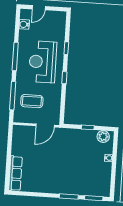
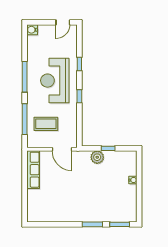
door: (39, 8) -> (63, 22), moved
water cooler: (24, 24) -> (32, 30), moved
door: (45, 125) -> (62, 149), hinge flipped
plant: (103, 137) -> (97, 157), moved
row of seats: (15, 173) -> (33, 170), moved

